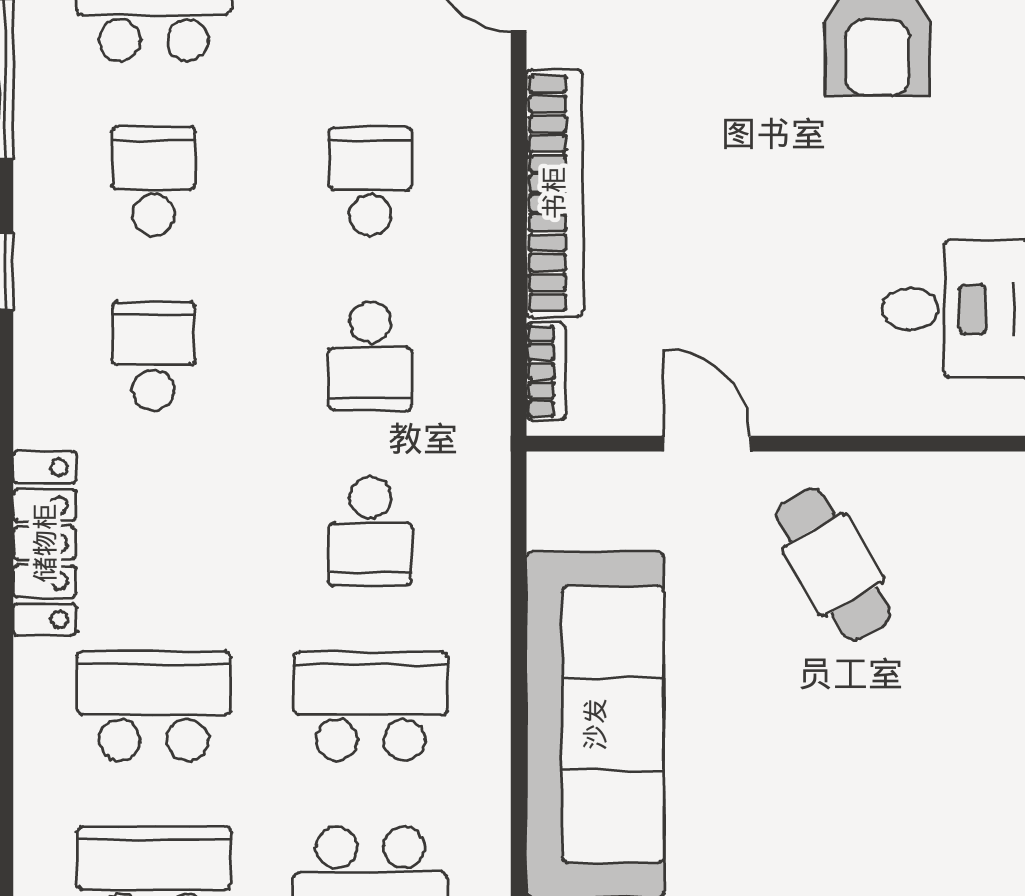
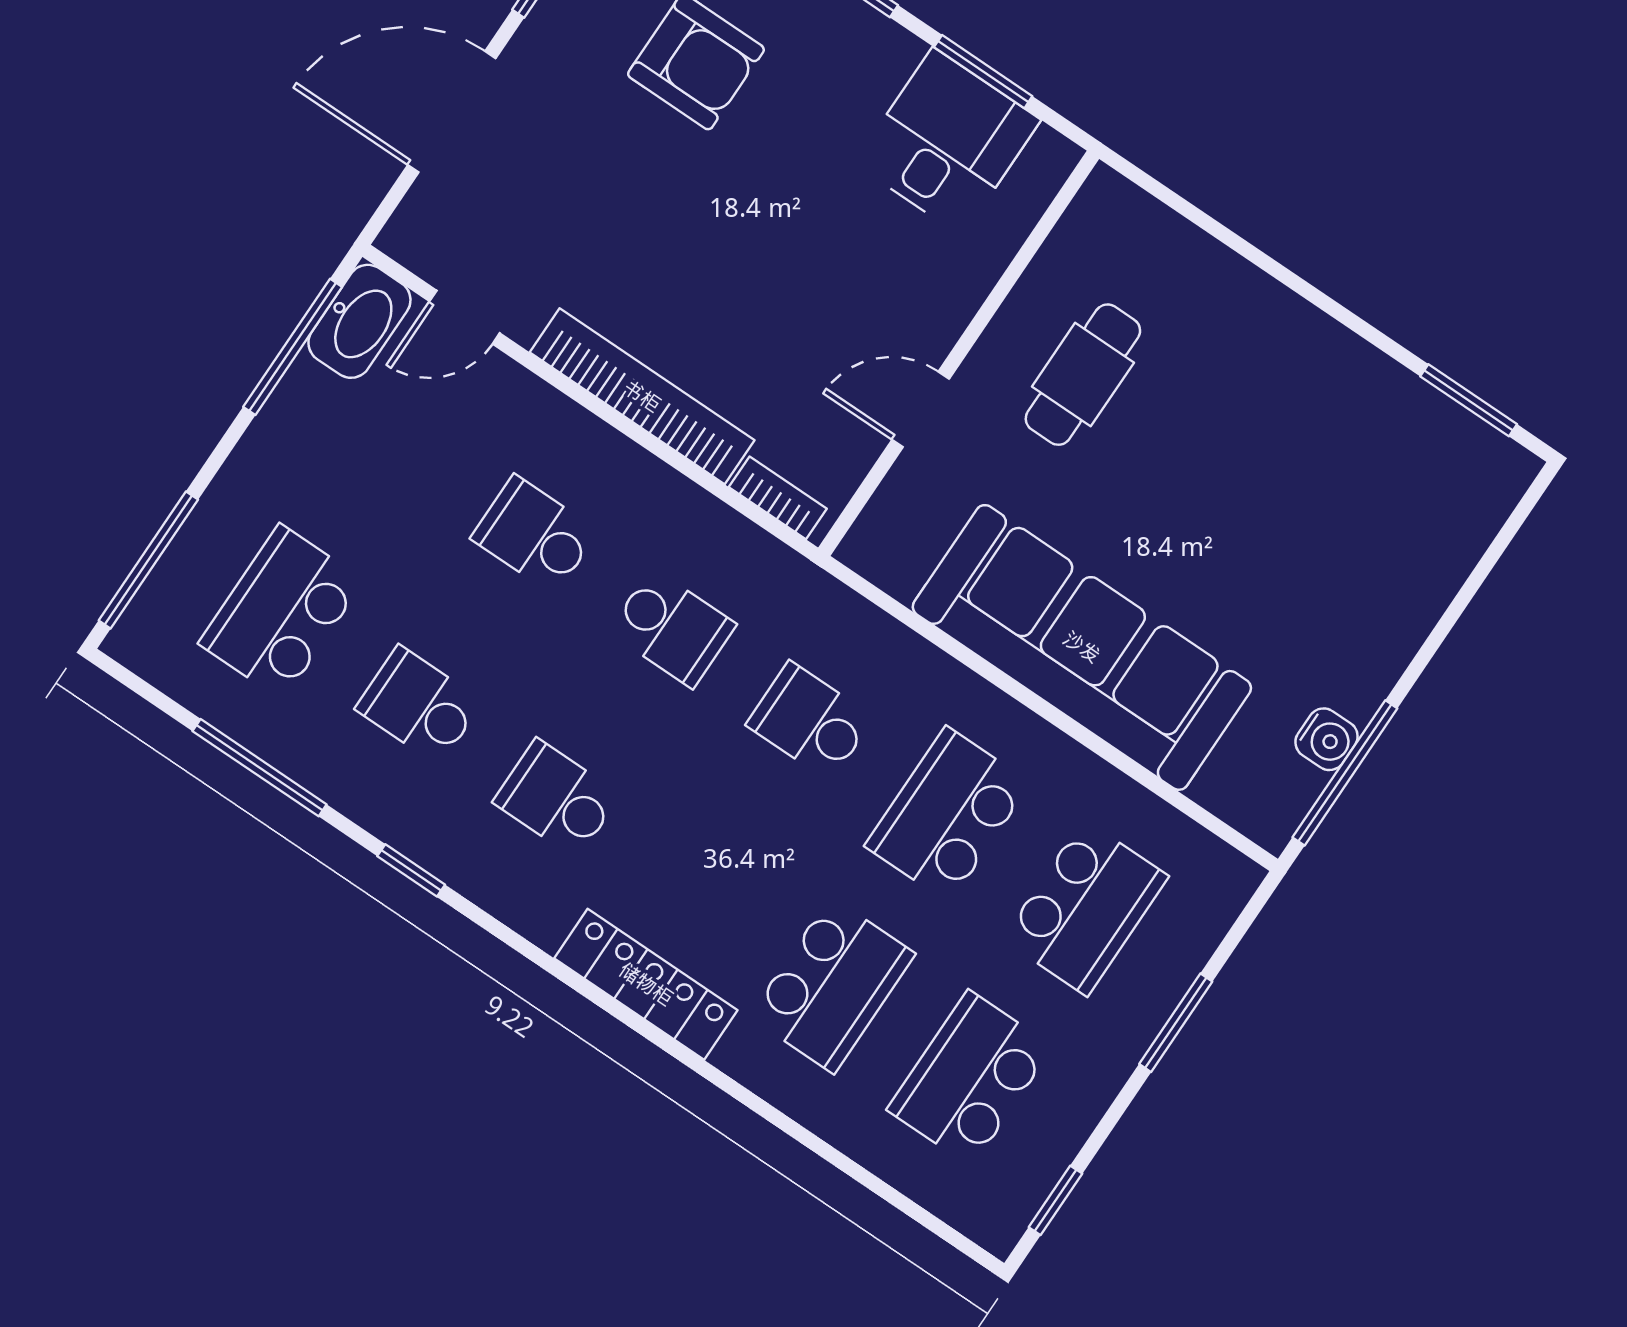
school desk: (370, 531) -> (810, 721), turned 180
cafe table: (833, 564) -> (1083, 375), turned -60
school desk: (154, 706) -> (832, 985), turned 180

